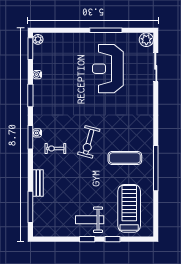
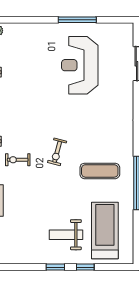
plant: (146, 40) -> (125, 31), removed
exercise bike: (89, 142) -> (57, 152), width x0.73, depth x0.72
weight bench: (90, 220) -> (66, 235), moved

